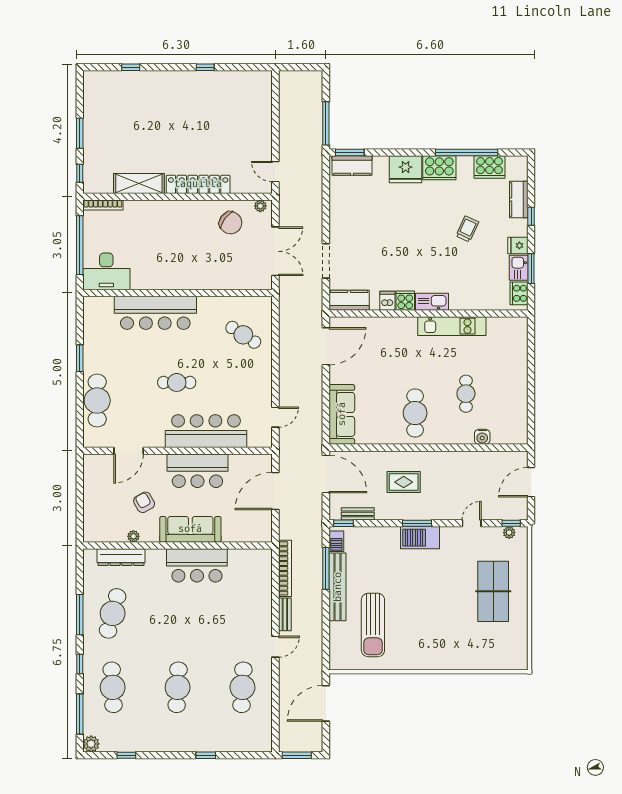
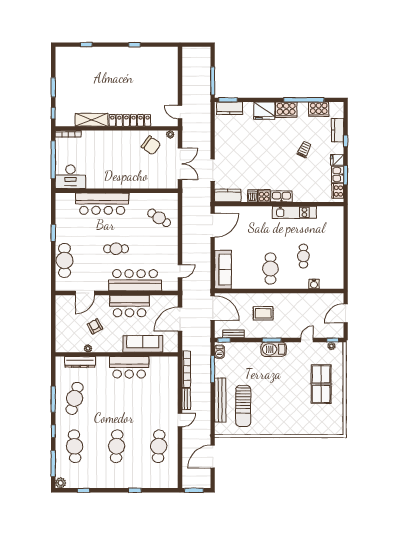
sofa: (190, 529) -> (143, 344), moved
bench: (338, 587) -> (220, 400), moved

